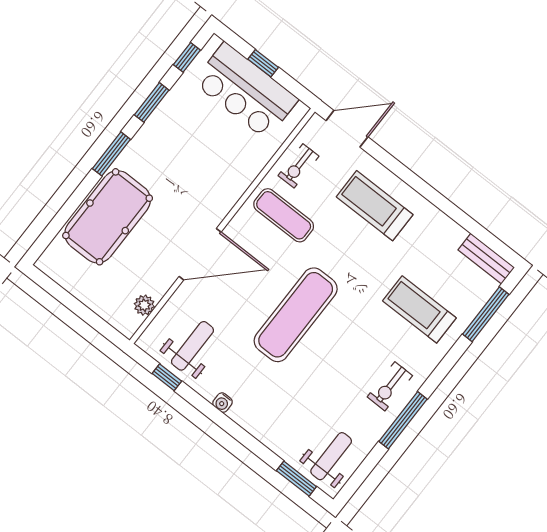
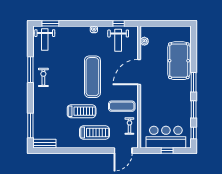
treadmill: (419, 309) -> (82, 111), moved

